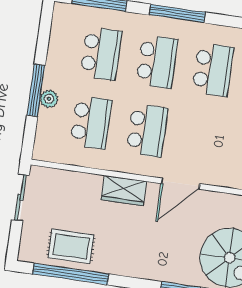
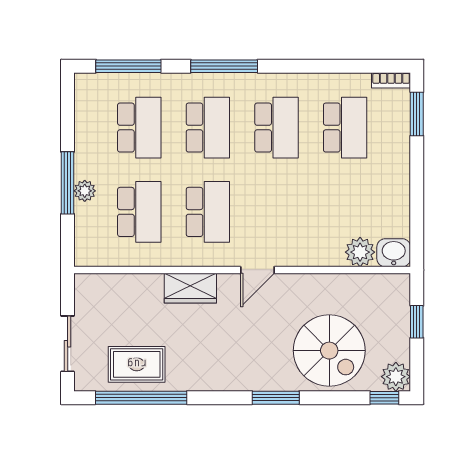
door: (181, 184) -> (257, 270), width x0.73
sliding door: (21, 197) -> (68, 344), moved

